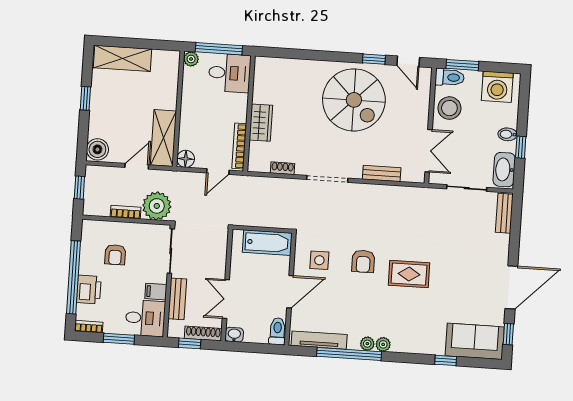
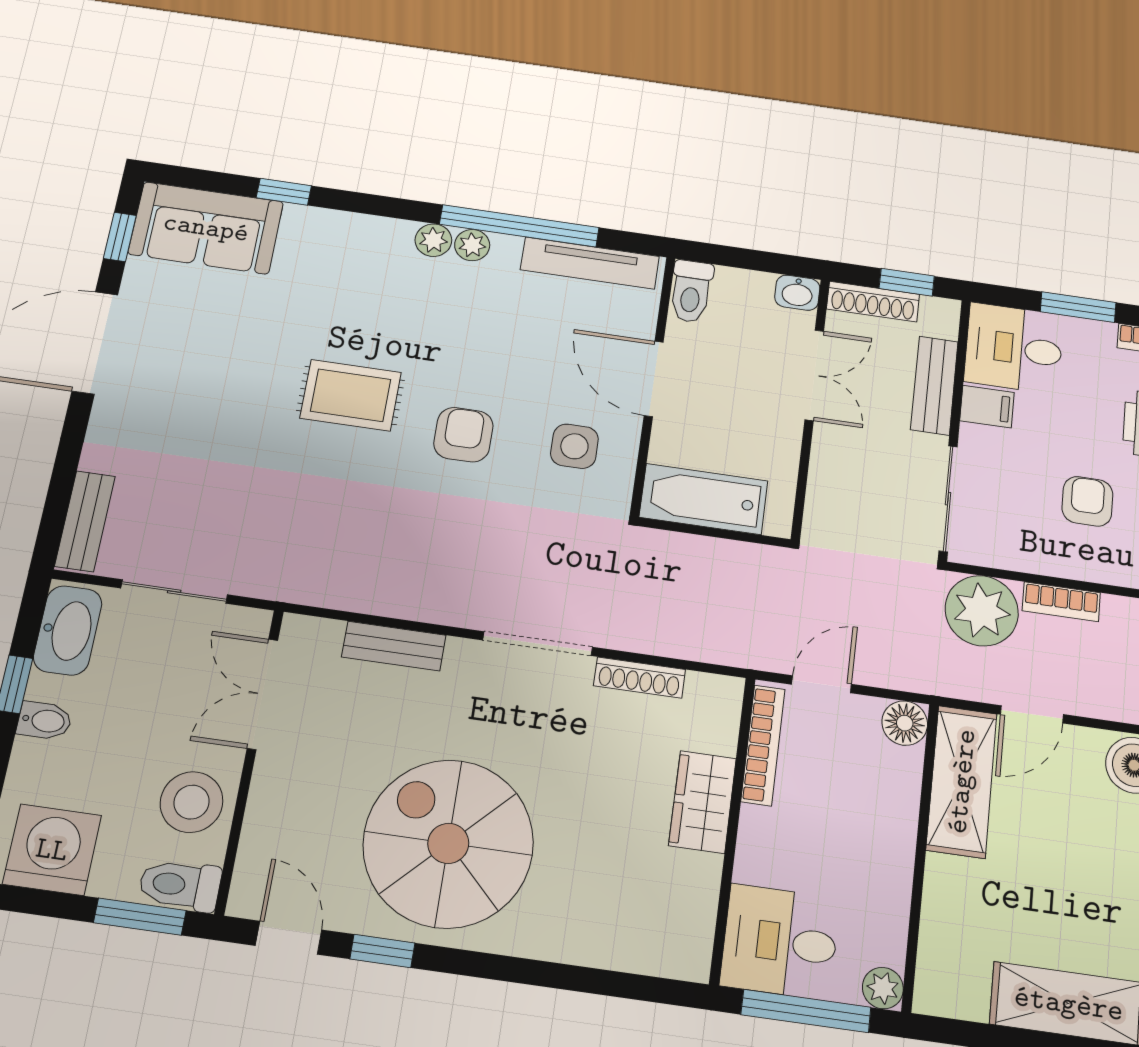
shoe rack: (283, 168) -> (639, 678), width x1.43
door: (290, 292) -> (654, 379), hinge flipped

